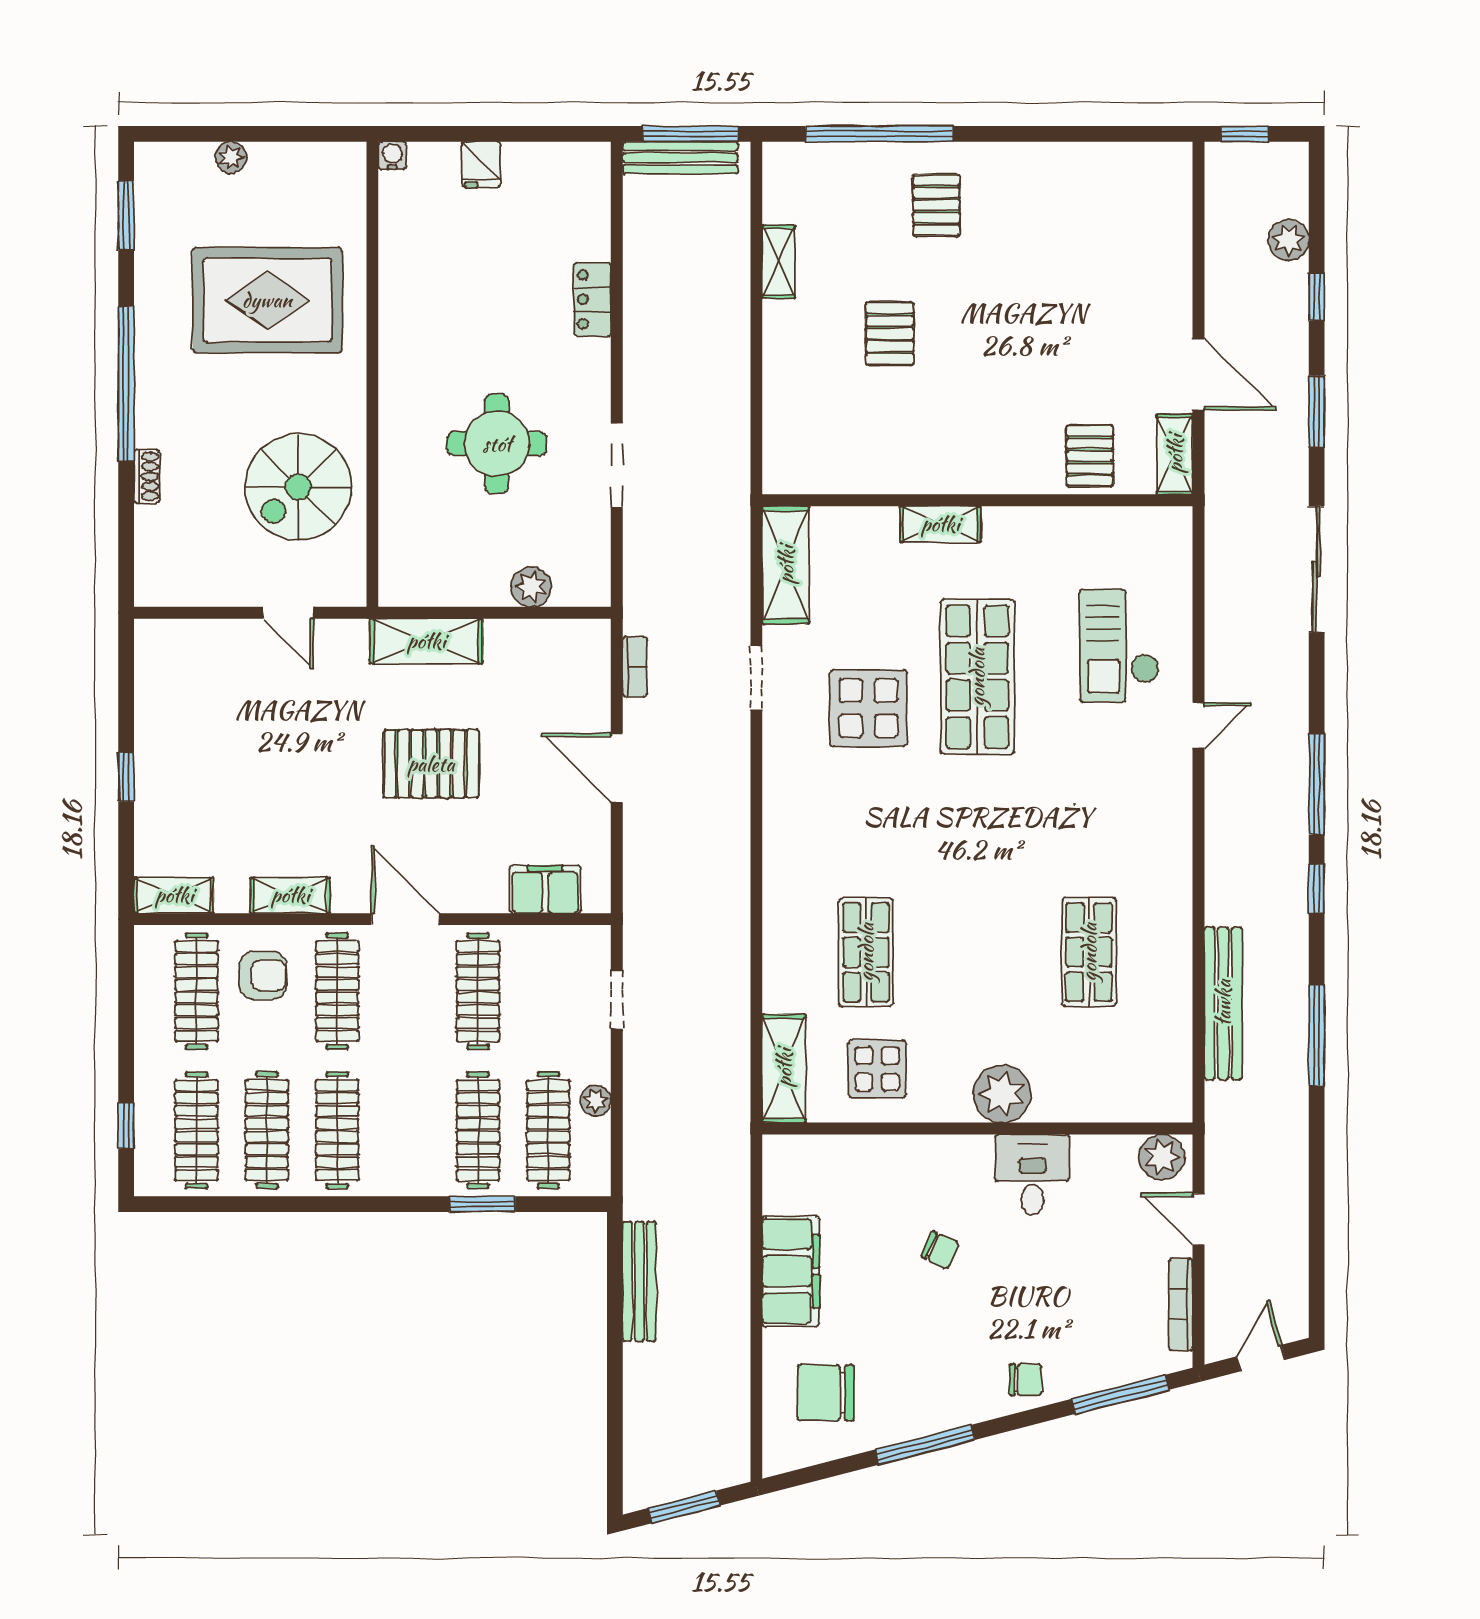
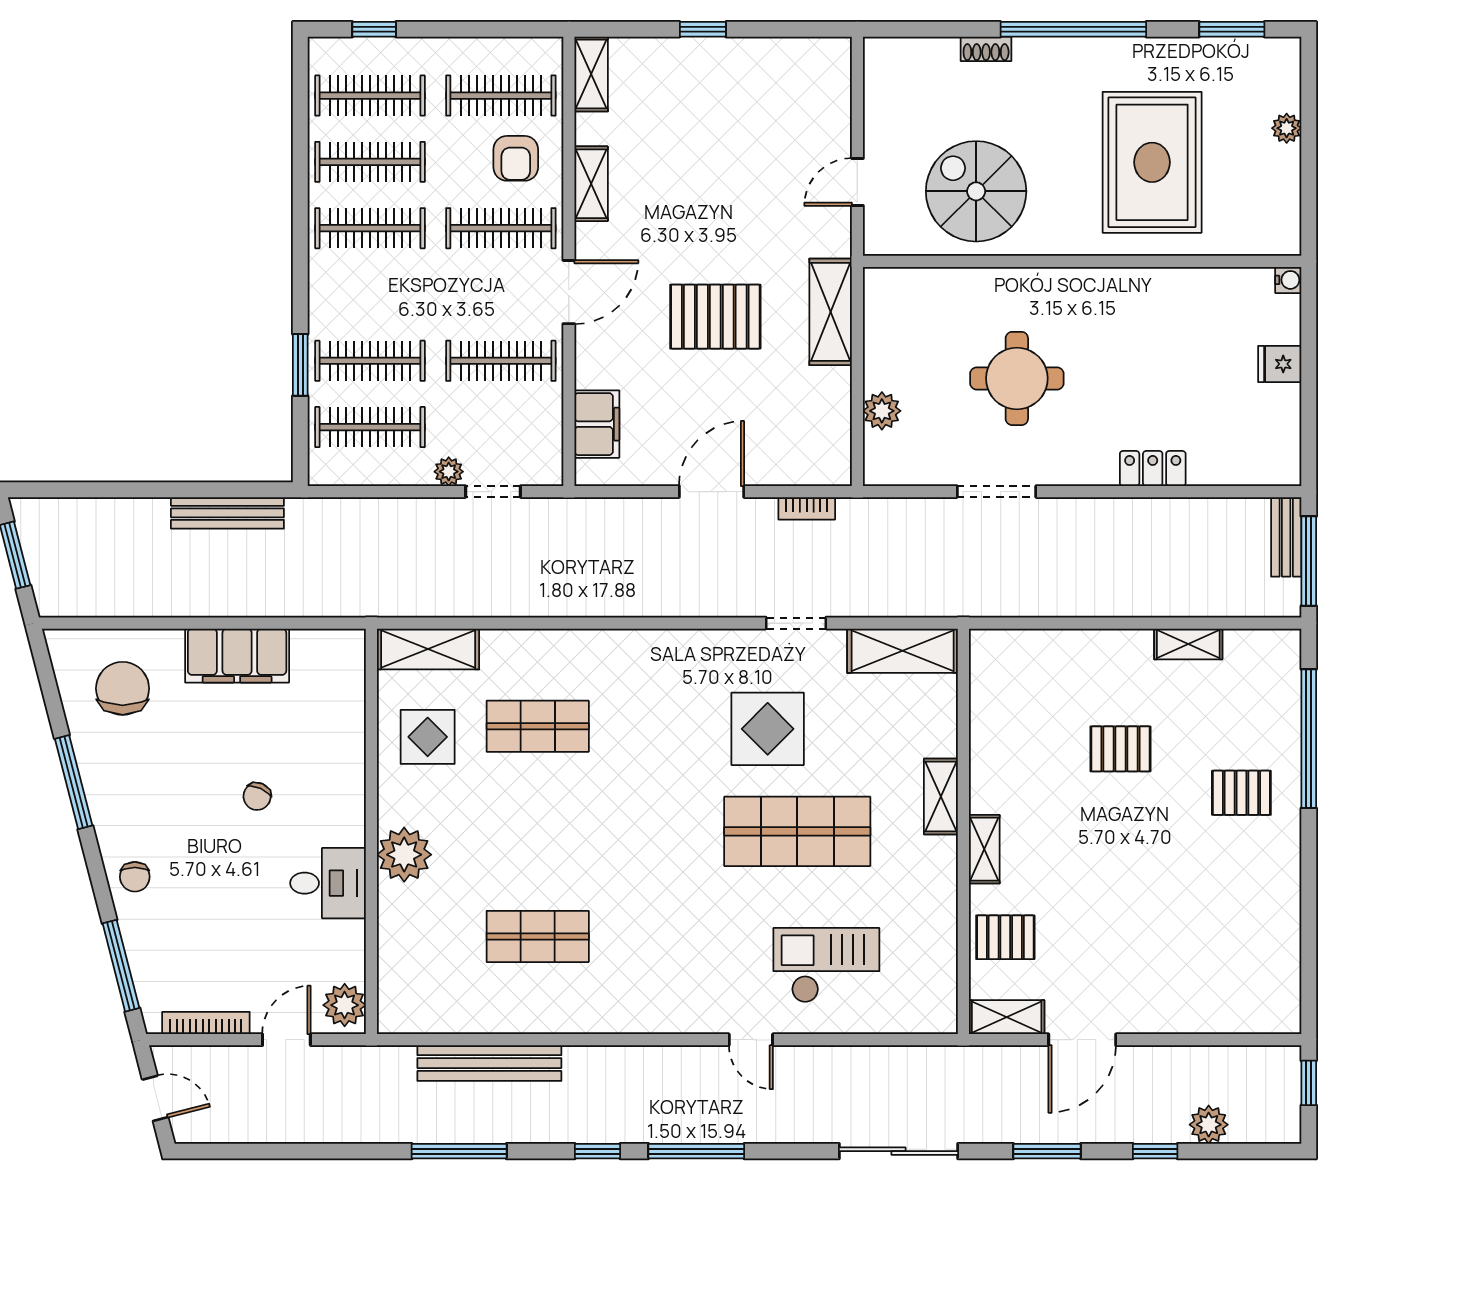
bench: (680, 158) -> (1286, 537), width x0.73
shelving: (996, 478) -> (984, 849), added
pallet: (431, 764) -> (715, 317), turned 90
plant: (596, 1101) -> (449, 472), moved

